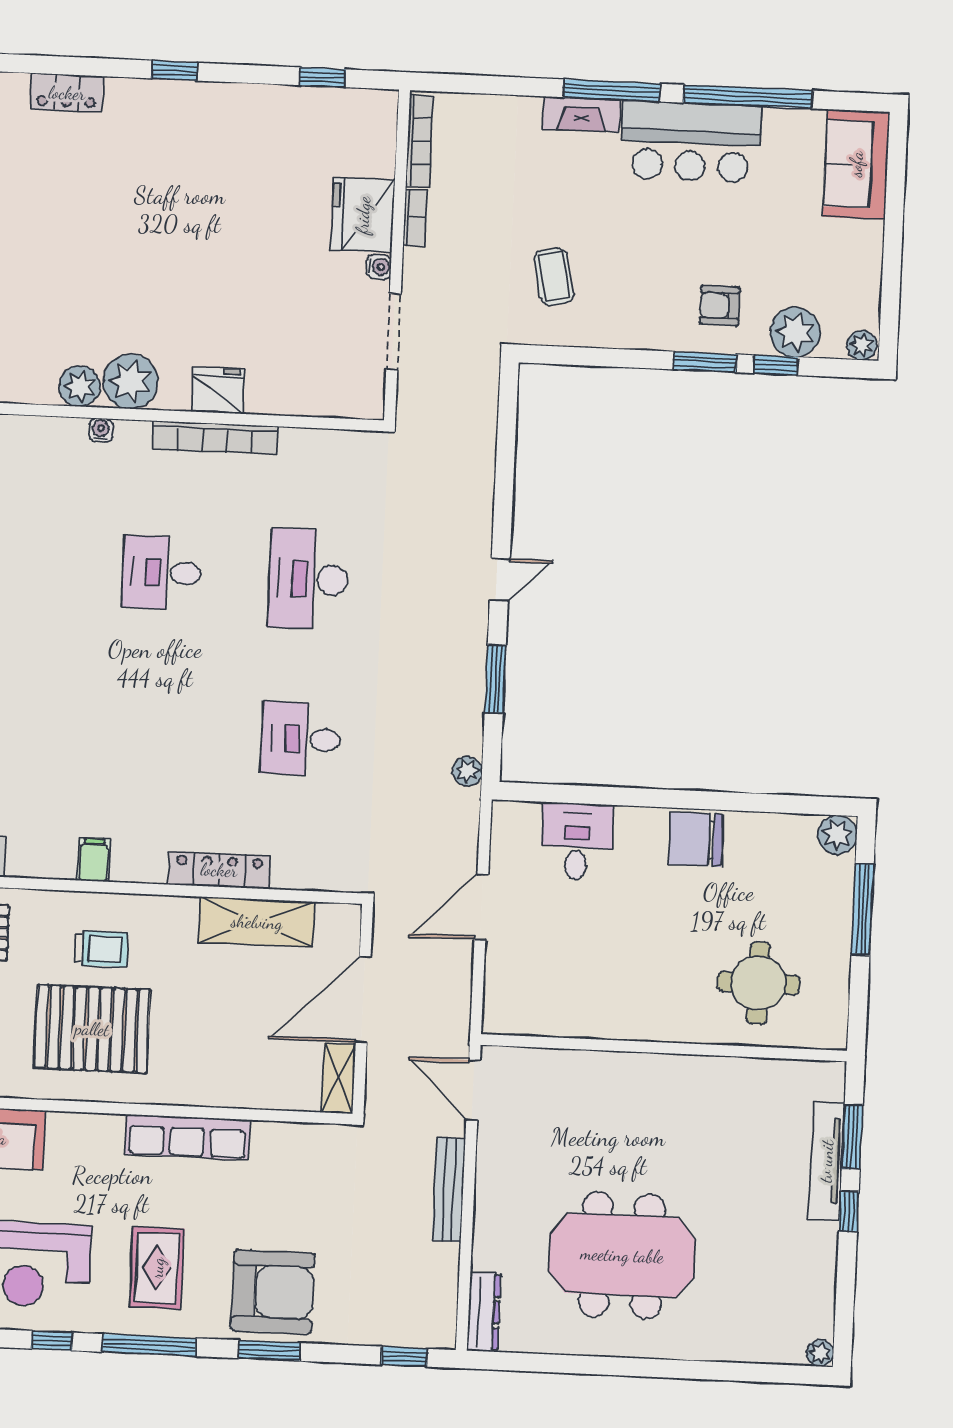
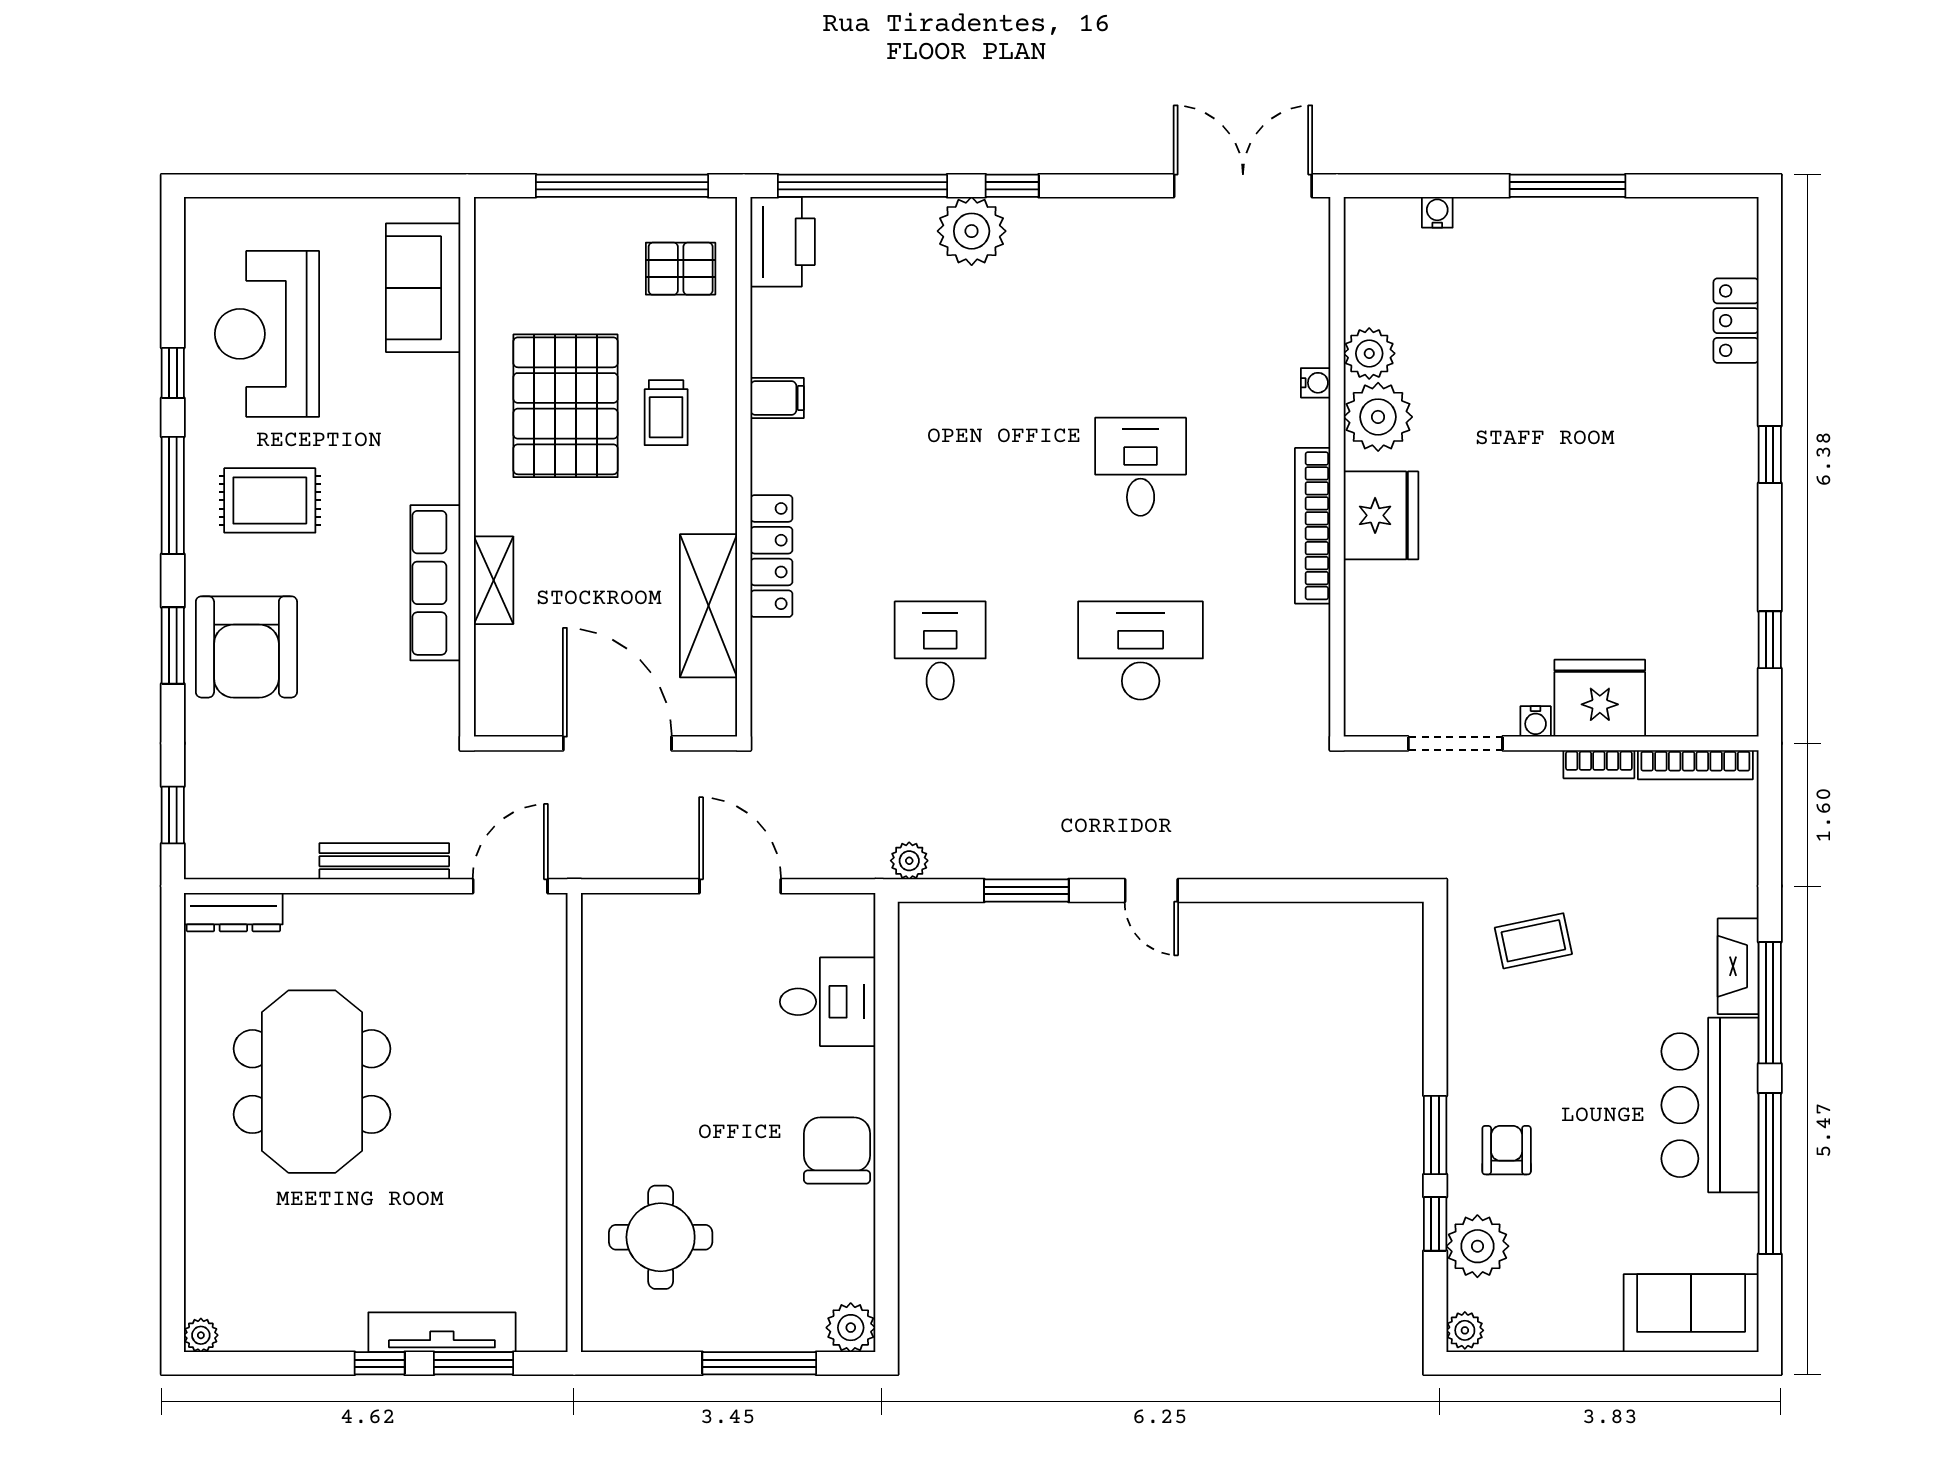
fridge: (218, 391) -> (1381, 515), width x1.36, depth x1.34
shelving: (338, 1078) -> (494, 580), moved, turned 90
row of seats: (187, 1137) -> (435, 583), moved

